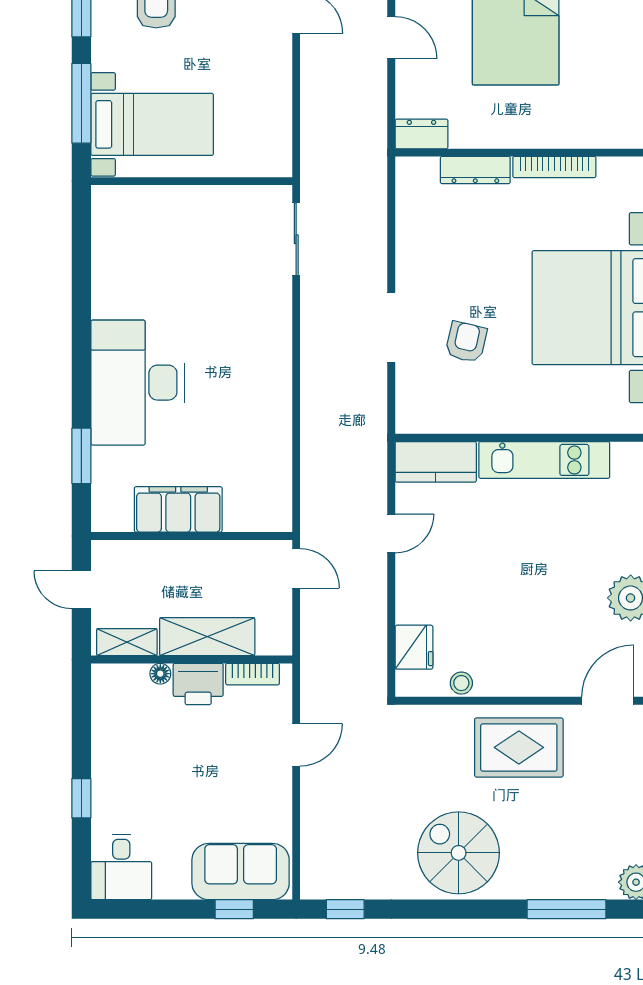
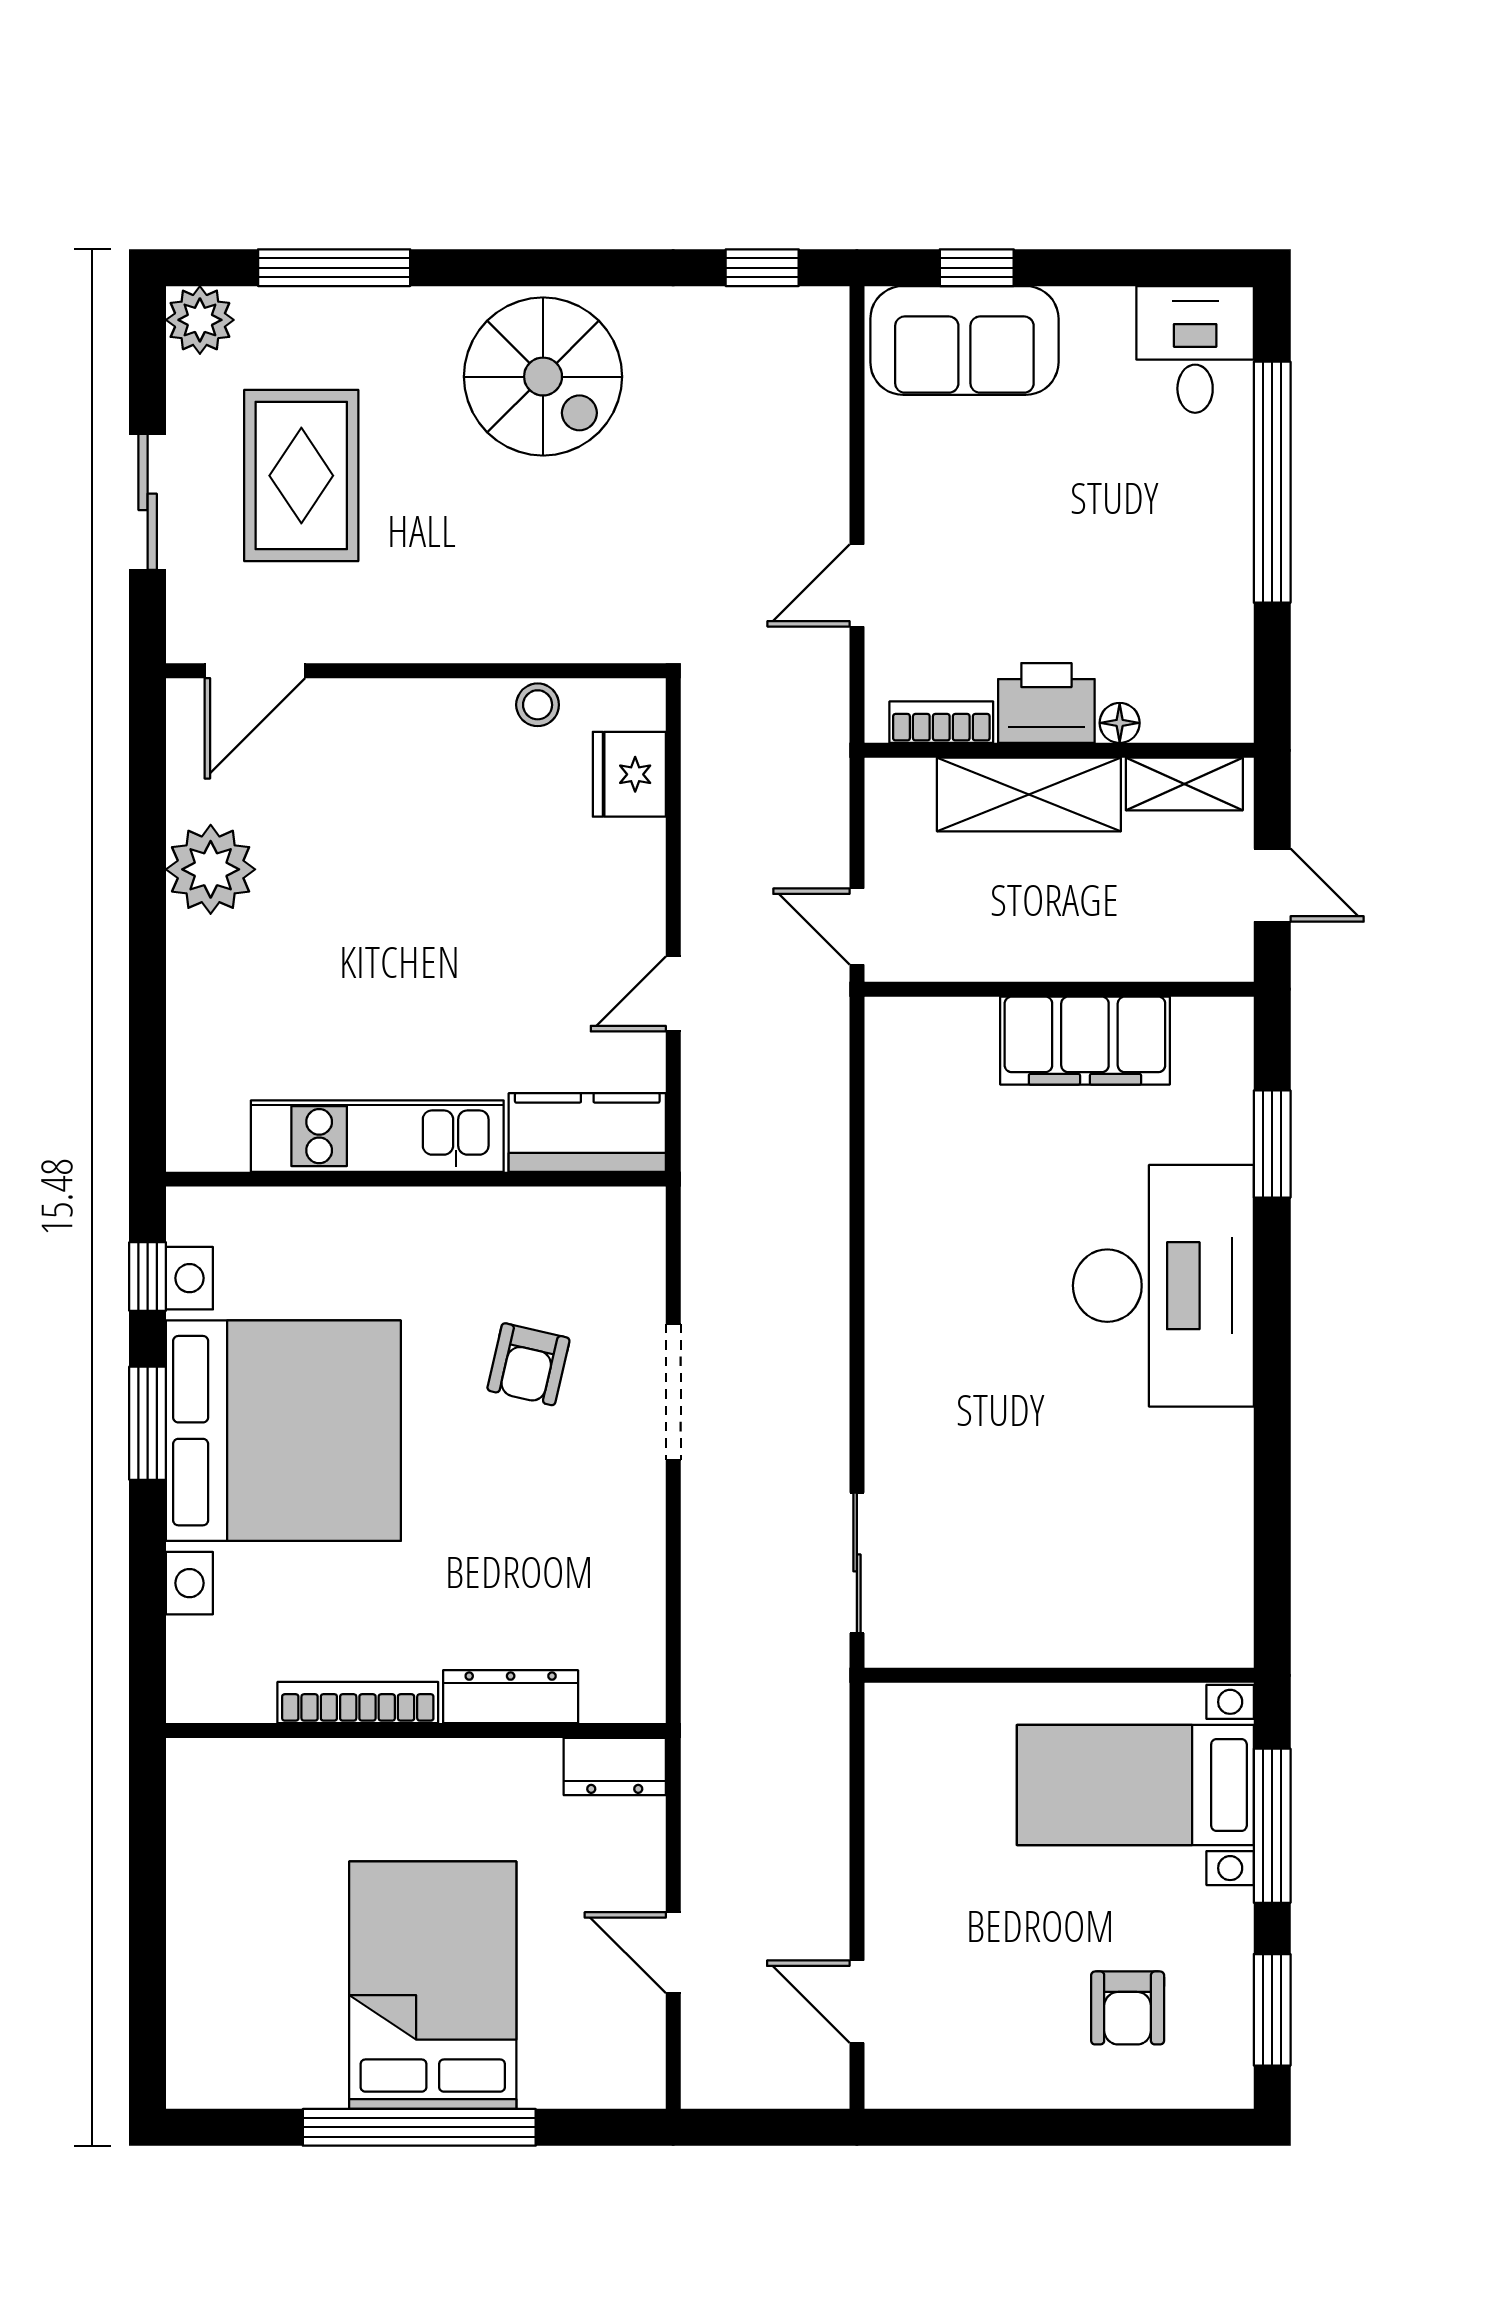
rug: (519, 747) -> (301, 476), moved, turned 90
window: (81, 798) -> (1272, 482), width x3.17

